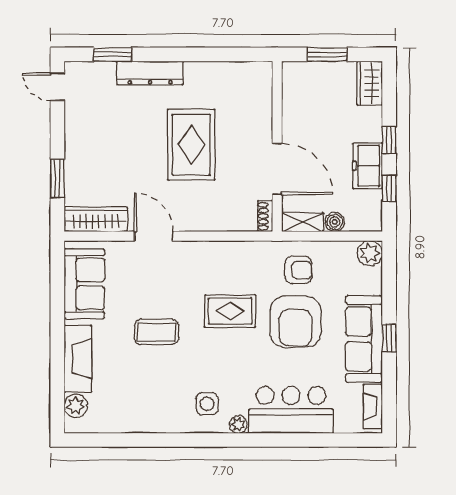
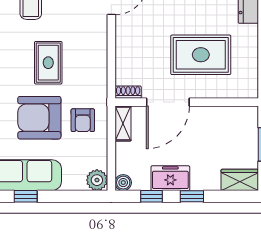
rug: (191, 145) -> (201, 55), moved
boiler: (335, 222) -> (123, 183), moved

